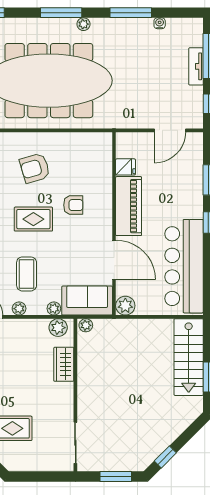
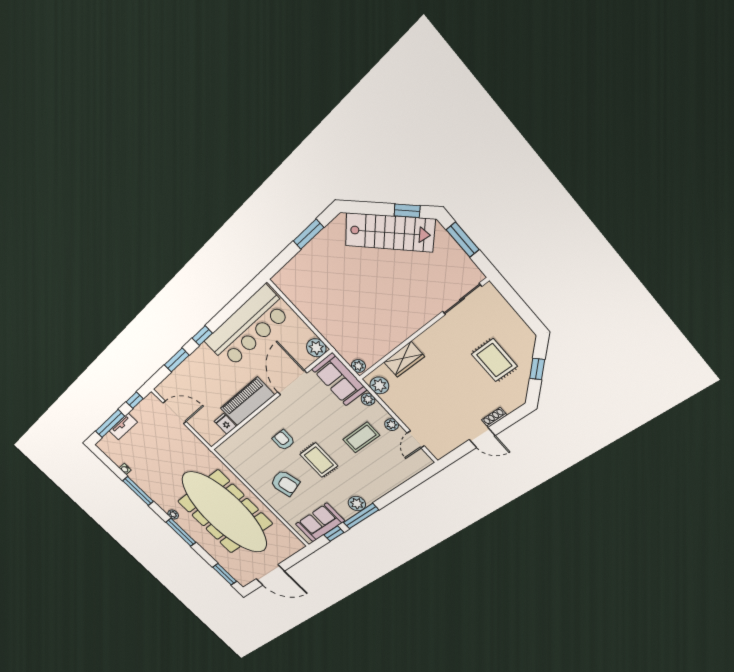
stairs: (189, 357) -> (390, 233), moved, turned 45

